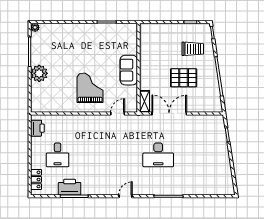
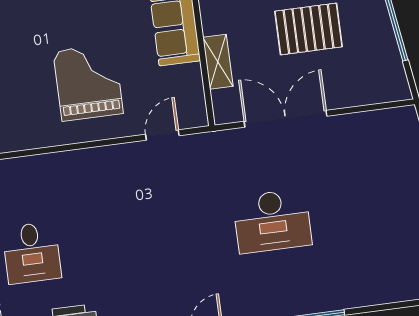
shelving: (145, 101) -> (218, 62), moved

